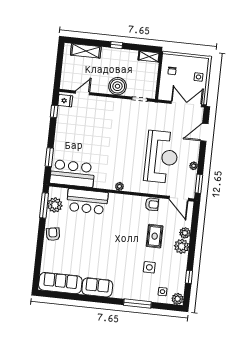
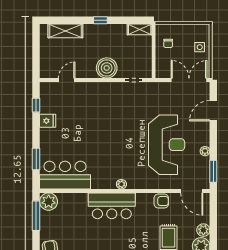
fridge: (65, 101) -> (48, 121), moved
bar counter: (87, 201) -> (112, 206), moved
plant: (55, 205) -> (49, 202), moved

